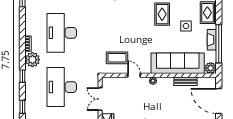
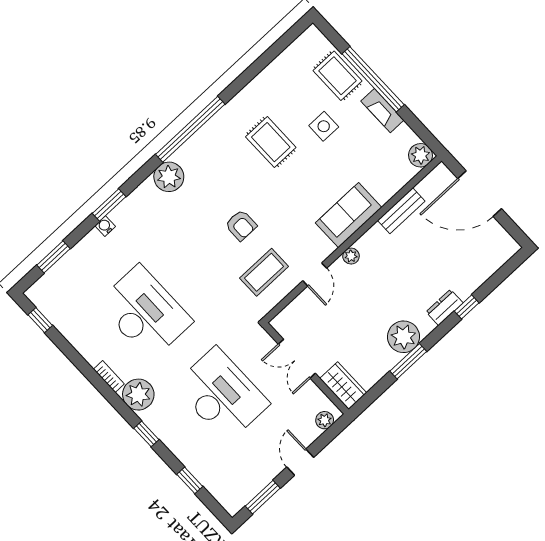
desk: (62, 33) -> (145, 312), turned 180
armchair: (124, 34) -> (241, 225), added
window: (219, 44) -> (373, 79), moved
sofa: (178, 63) -> (349, 215), width x0.54, depth x0.79
door: (134, 75) -> (315, 274), swing flipped
desk: (62, 87) -> (222, 395), turned 180

